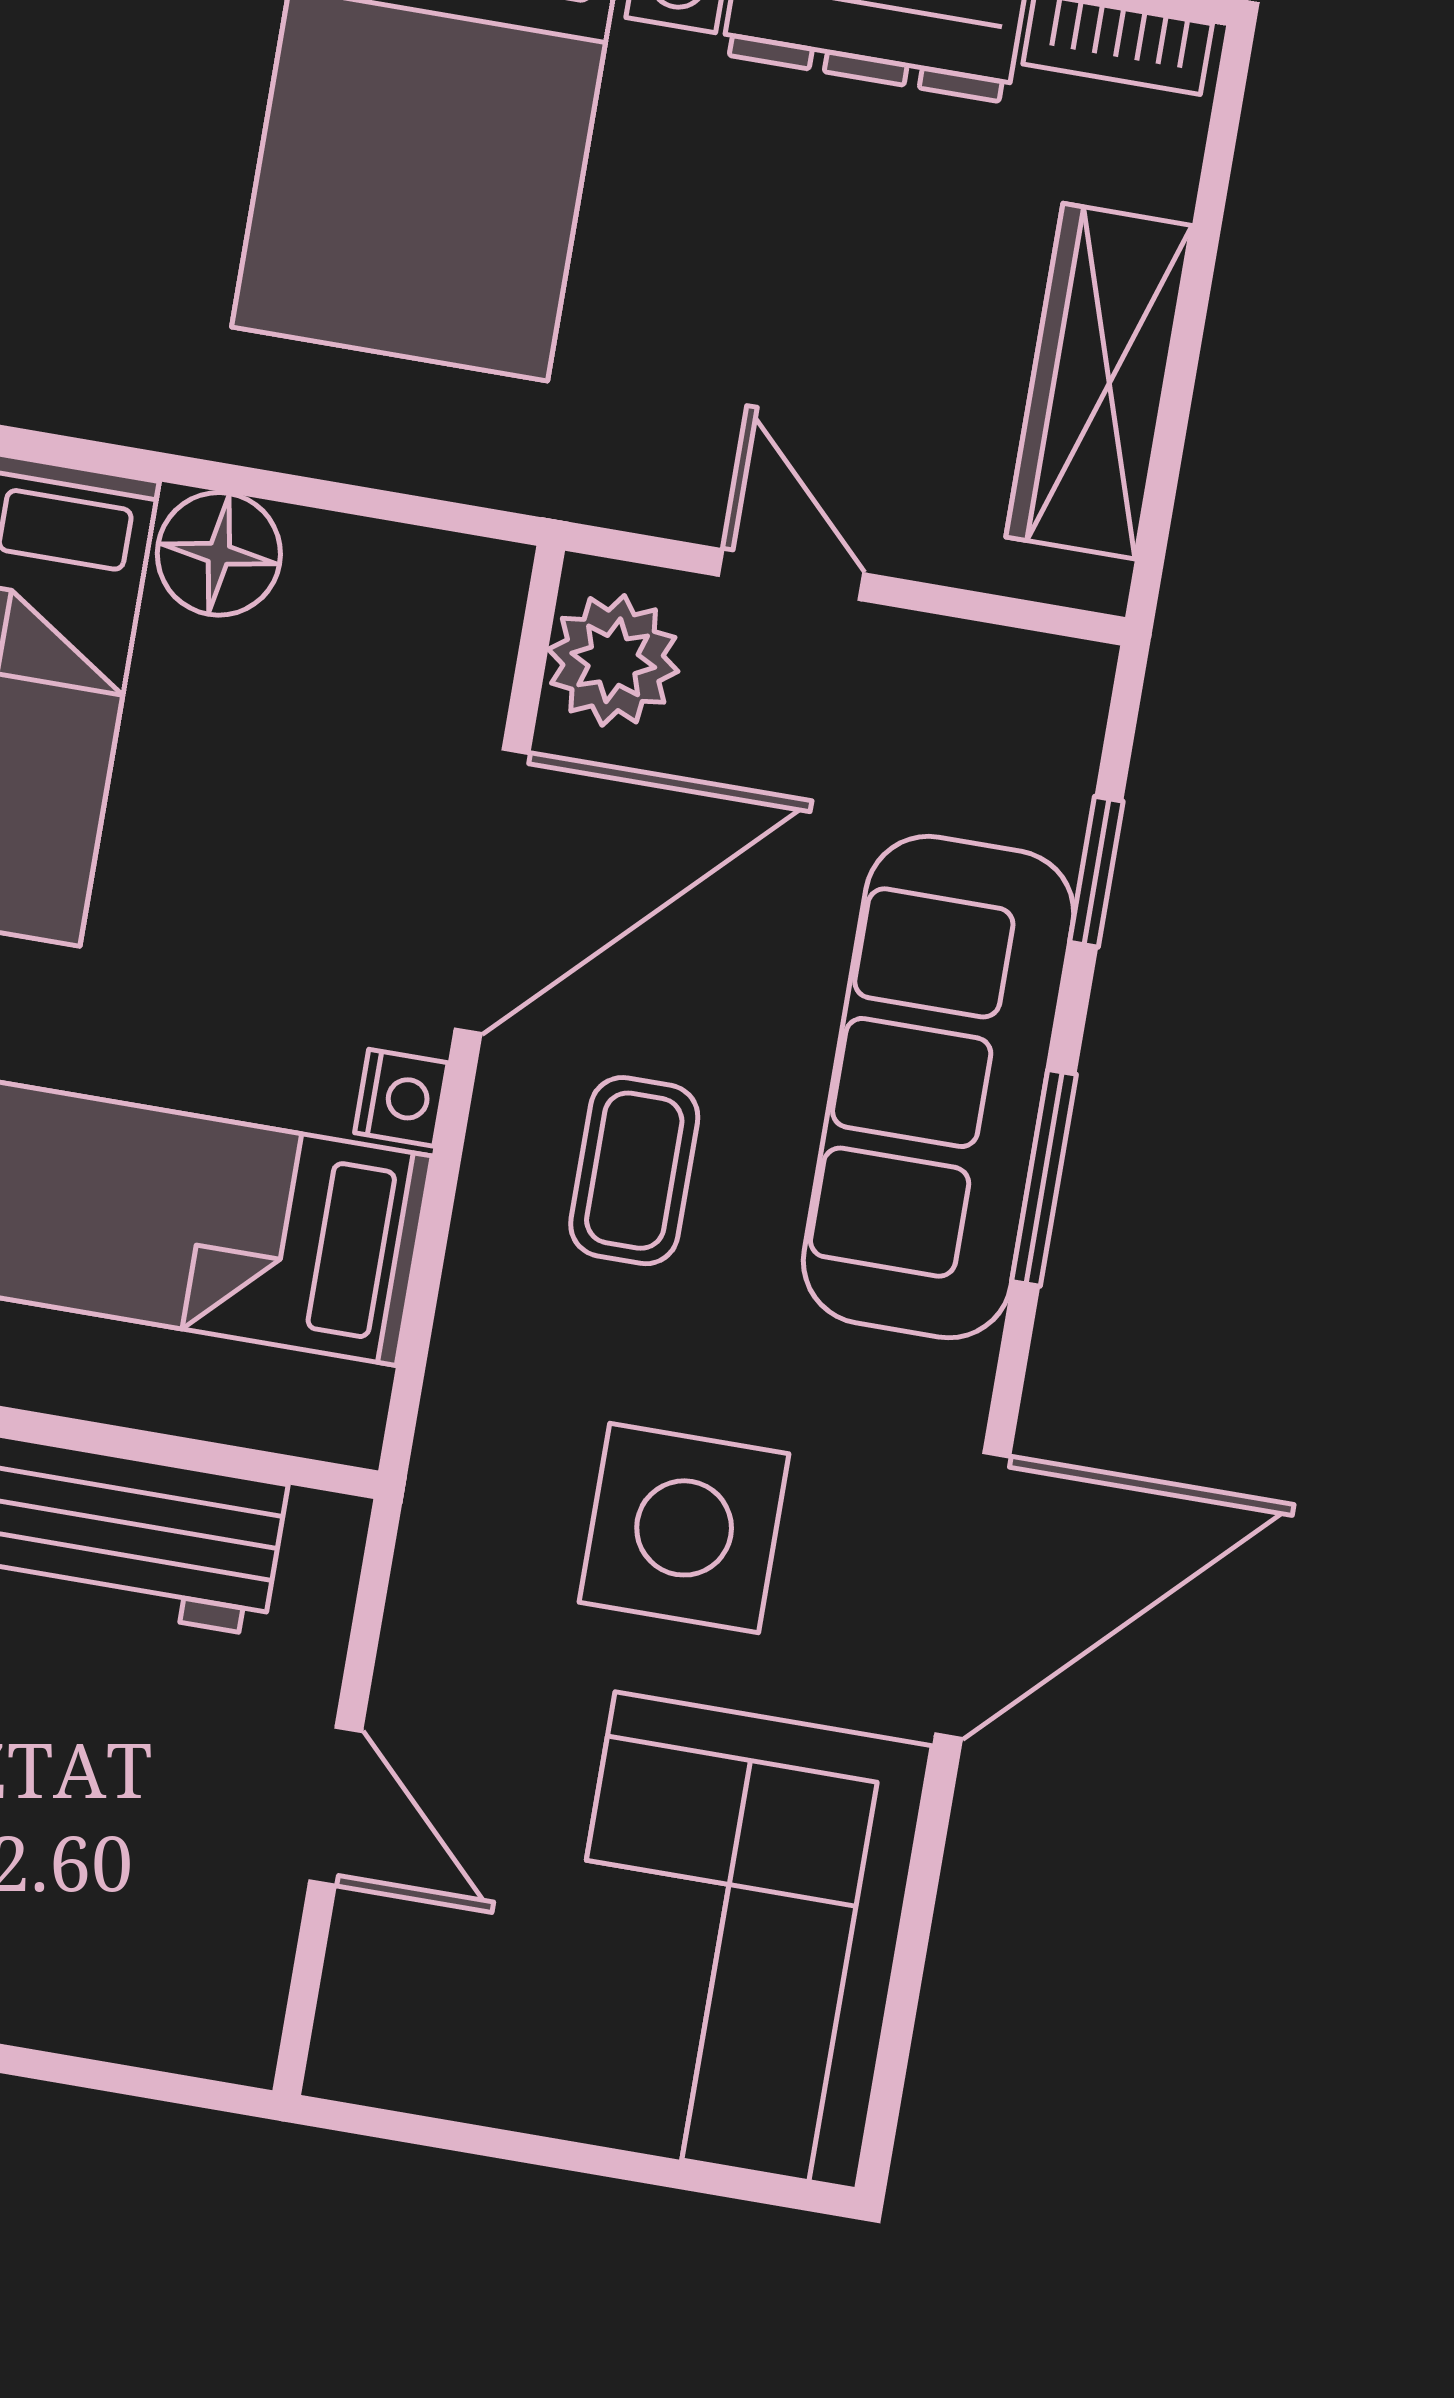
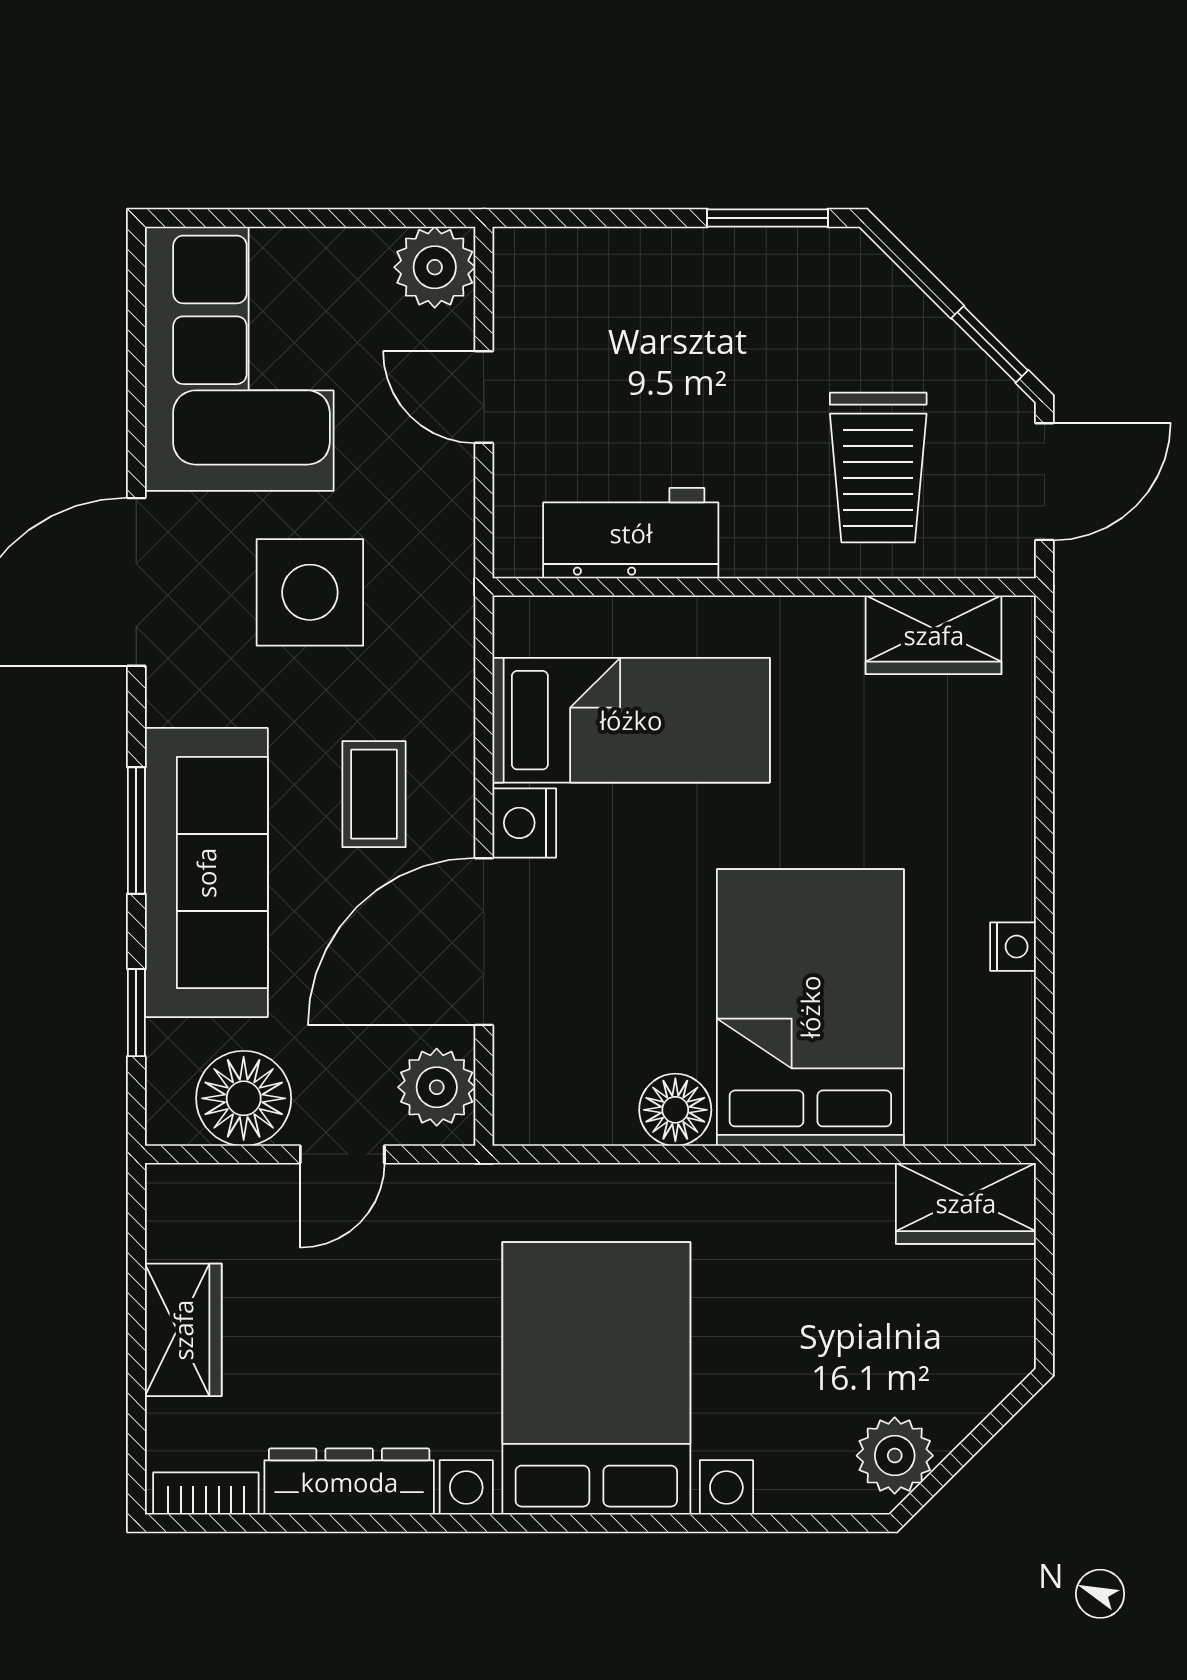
wardrobe: (1099, 381) -> (183, 1330), width x0.67
door: (791, 575) -> (342, 1154), hinge flipped
floor lamp: (941, 697) -> (244, 1098), added
nightstand: (401, 1098) -> (524, 823), width x1.39, depth x1.35
plant: (381, 2038) -> (435, 267), added

